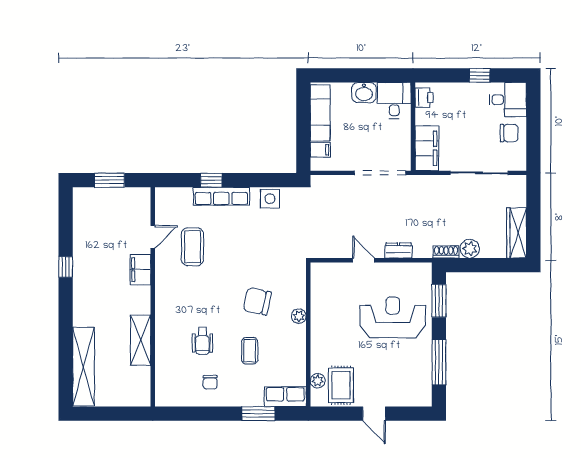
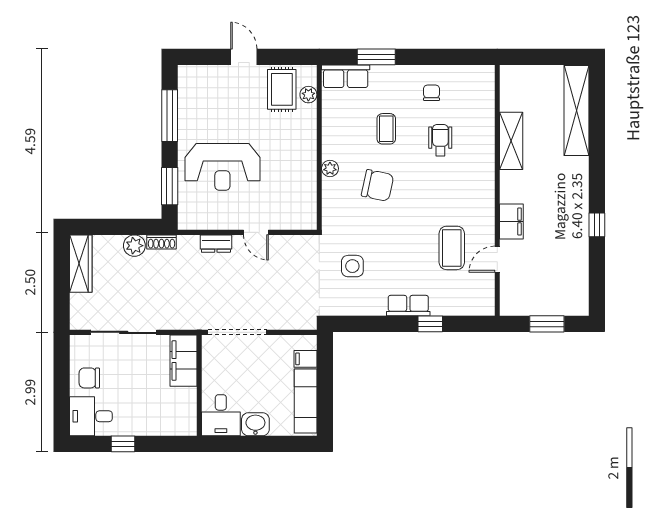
printer: (424, 98) -> (186, 419), removed
row of seats: (221, 196) -> (408, 306), width x0.68
side table: (270, 199) -> (352, 266), moved

